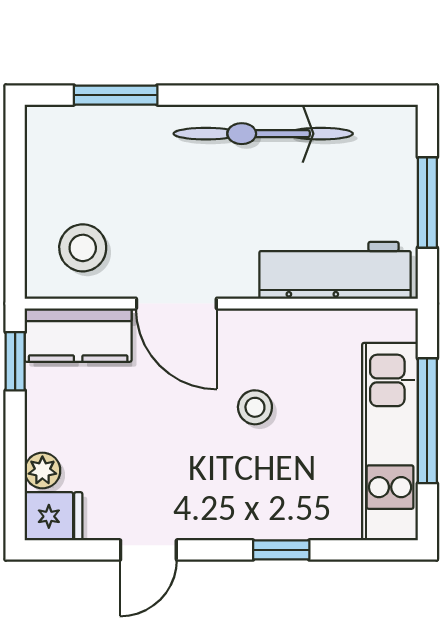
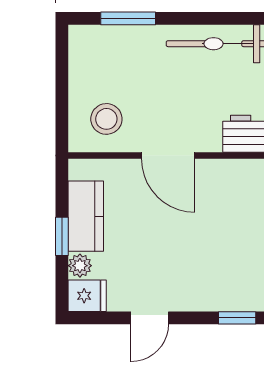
kitchen counter: (78, 335) -> (86, 216), moved, turned -90
window: (15, 361) -> (62, 236), moved
stool: (255, 407) -> (220, 224), removed

